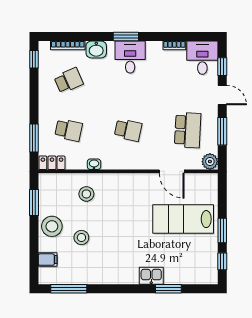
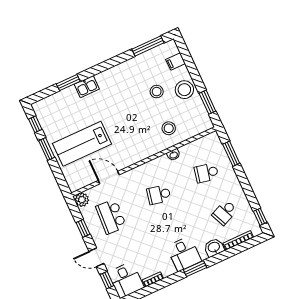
window: (222, 131) -> (83, 228), width x0.67
locker: (52, 163) -> (208, 141), removed
lab bench: (183, 219) -> (82, 144), turned 180

